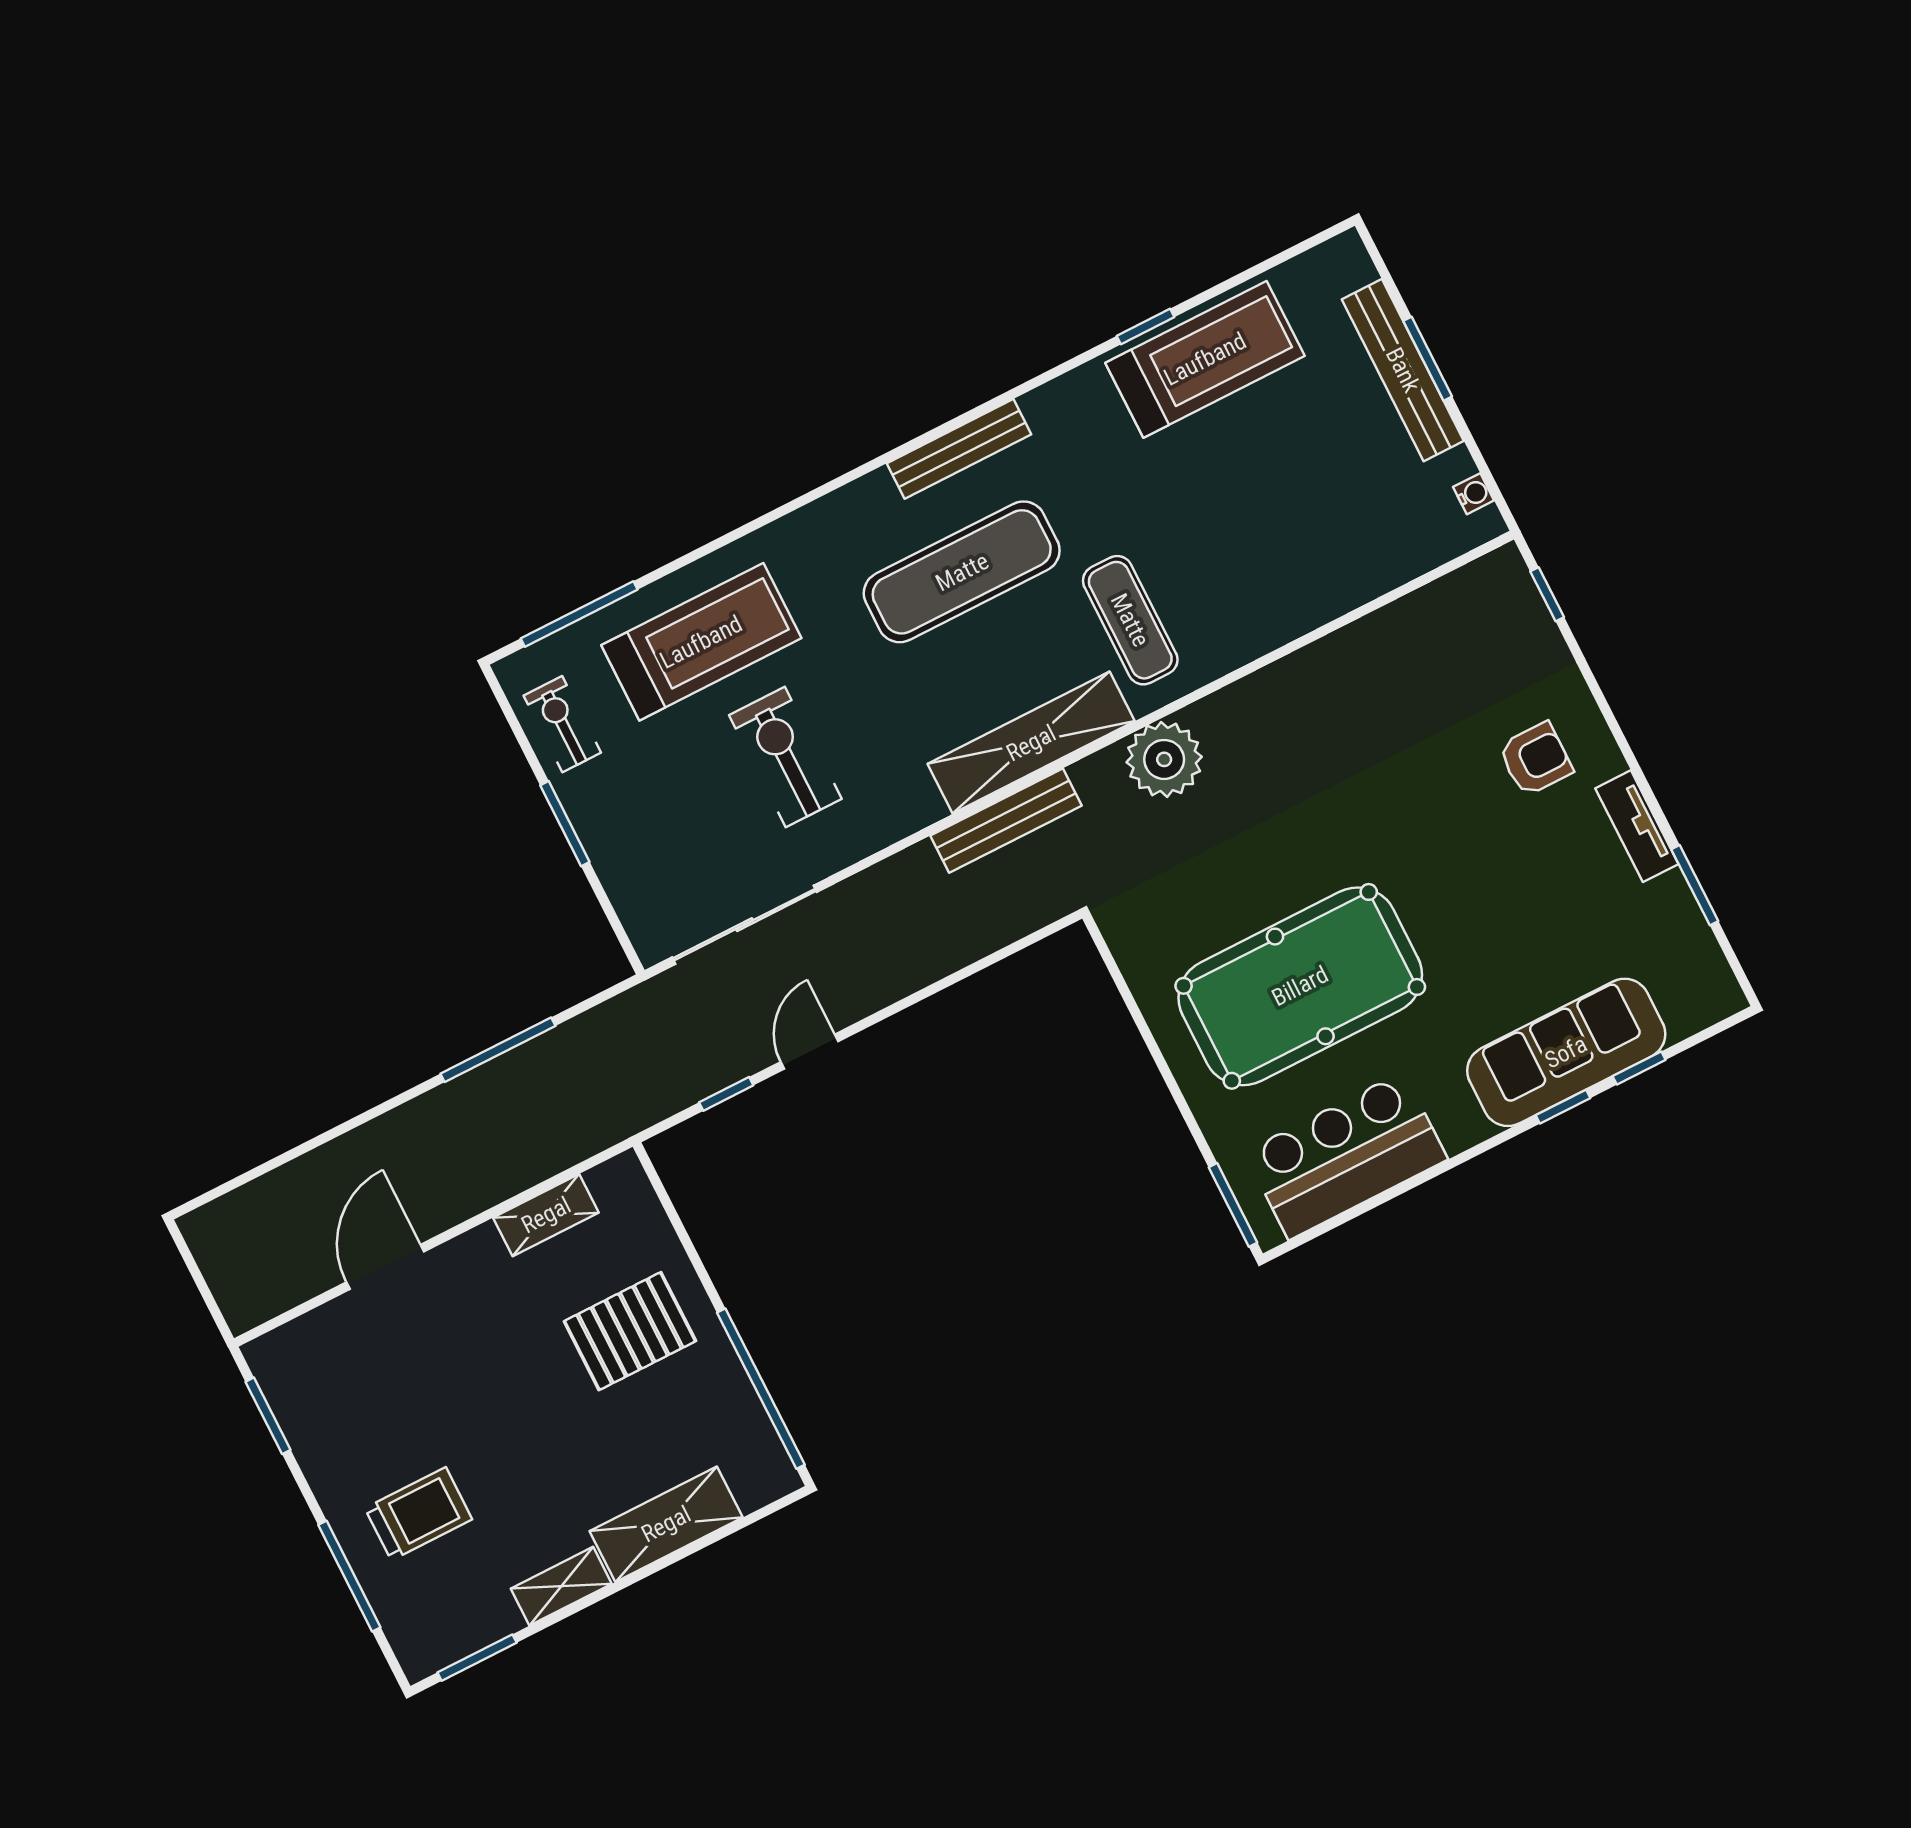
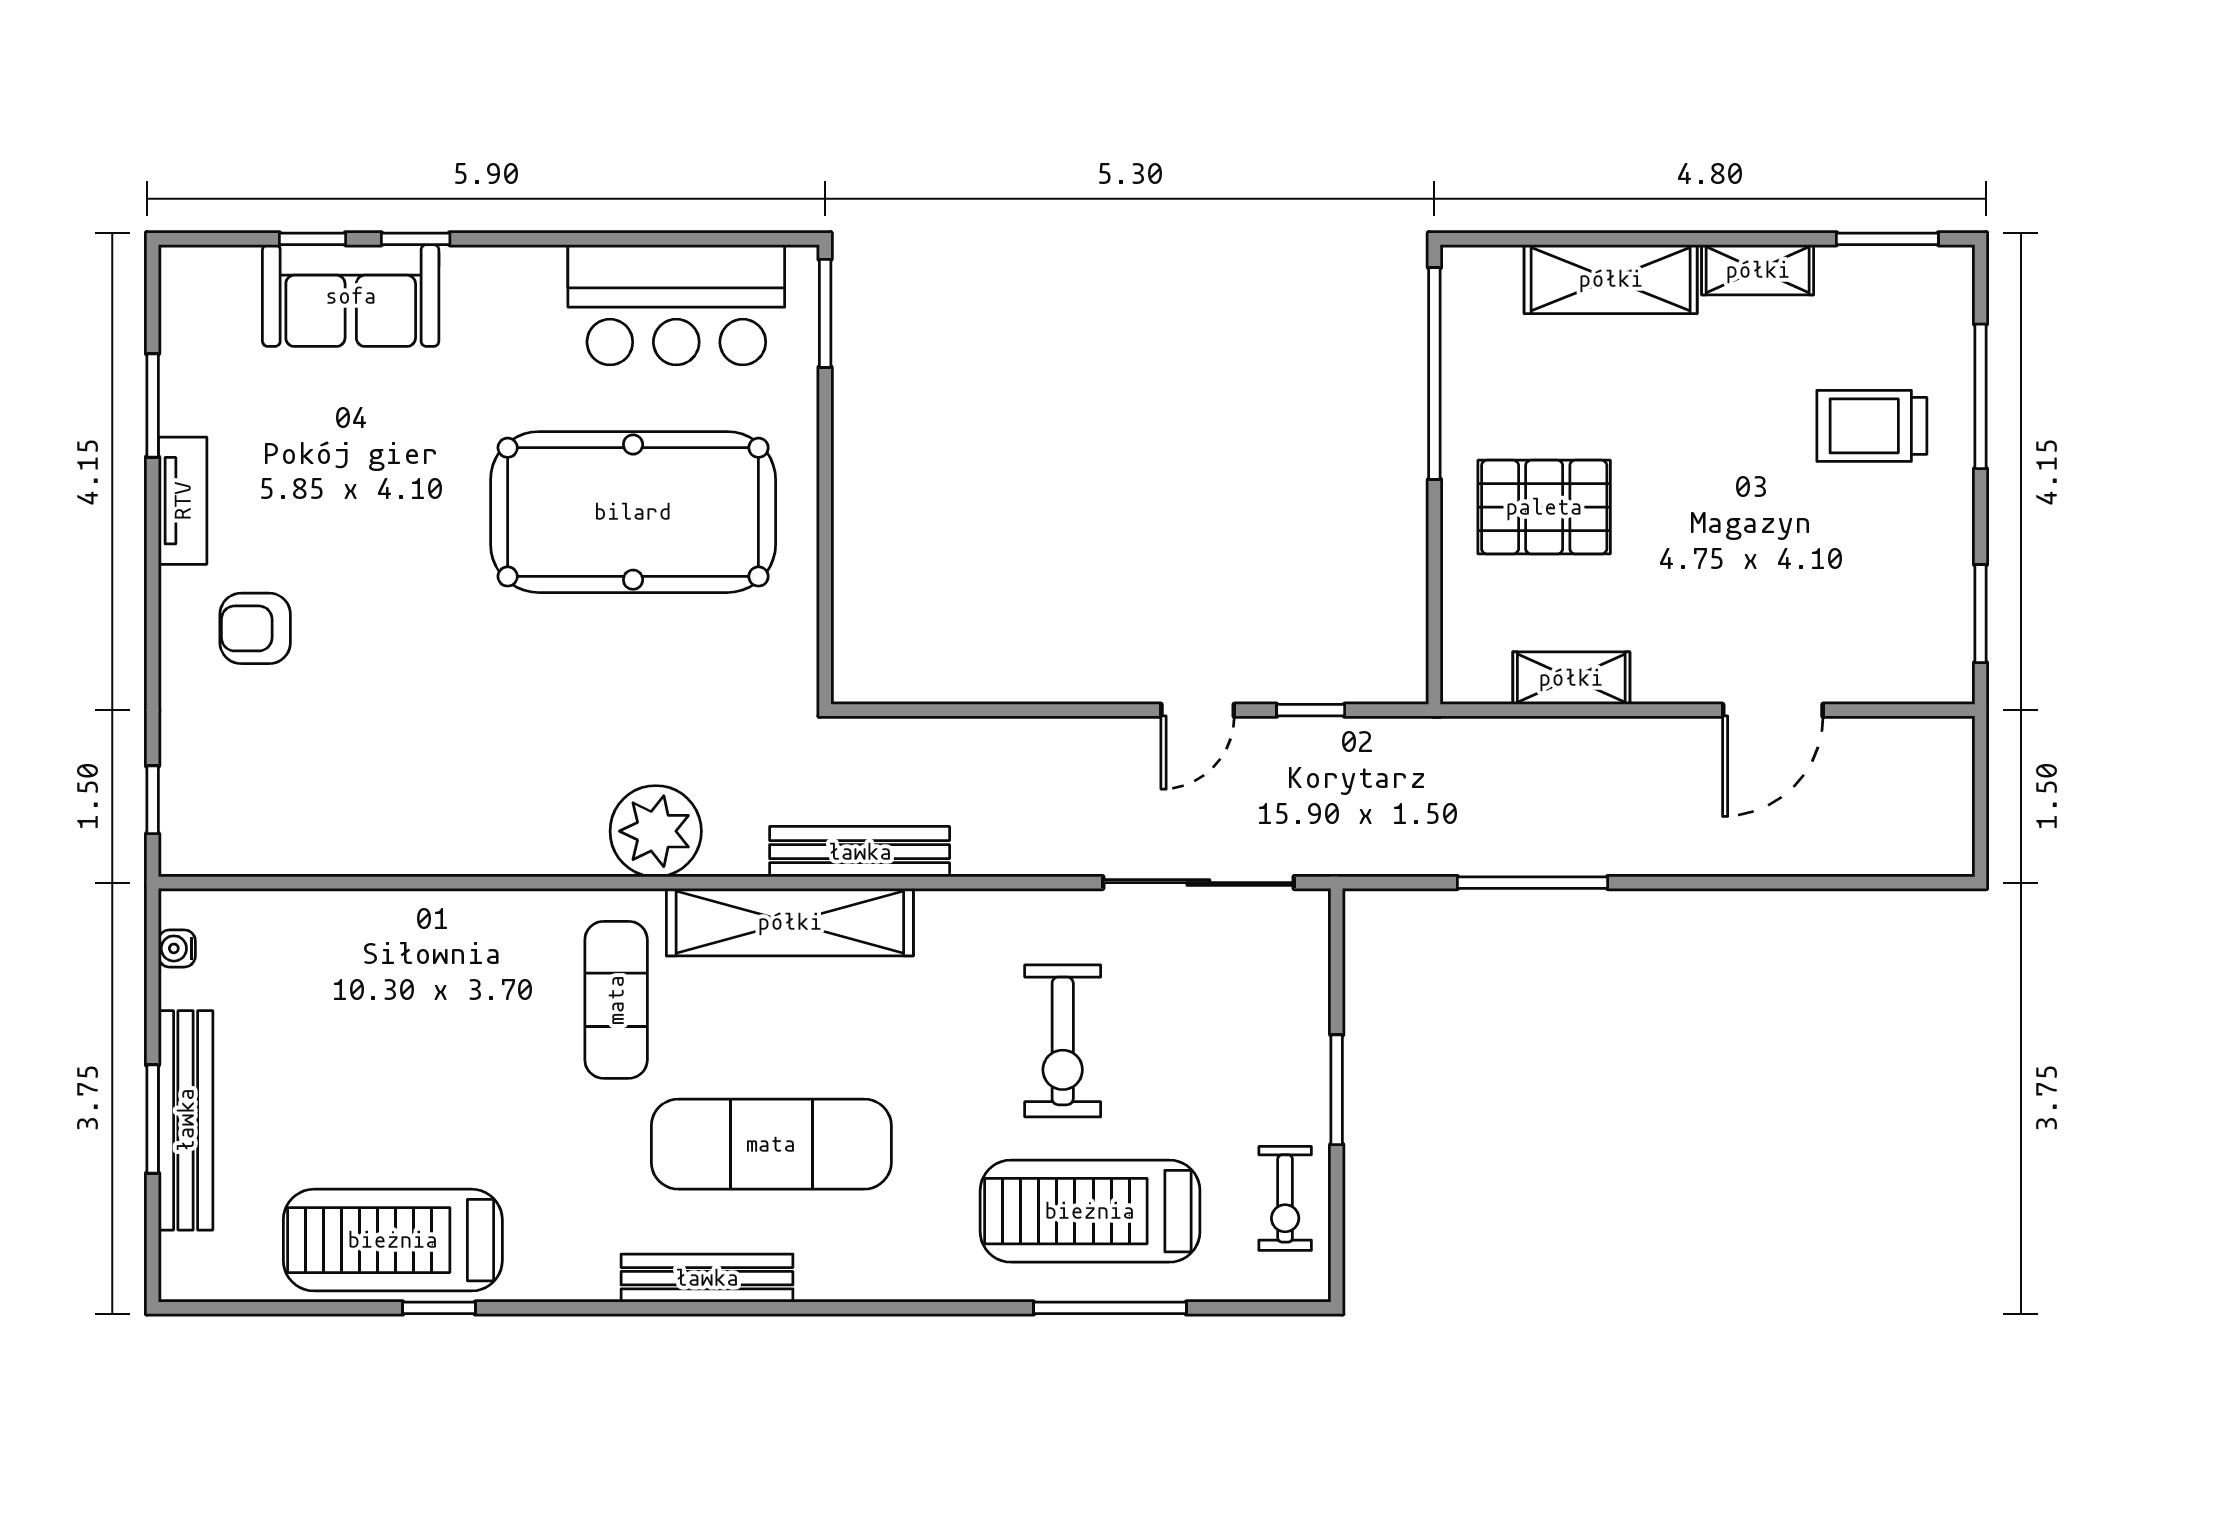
window: (579, 614) -> (1110, 1308), moved
sofa: (1566, 1052) -> (351, 296), width x0.73

